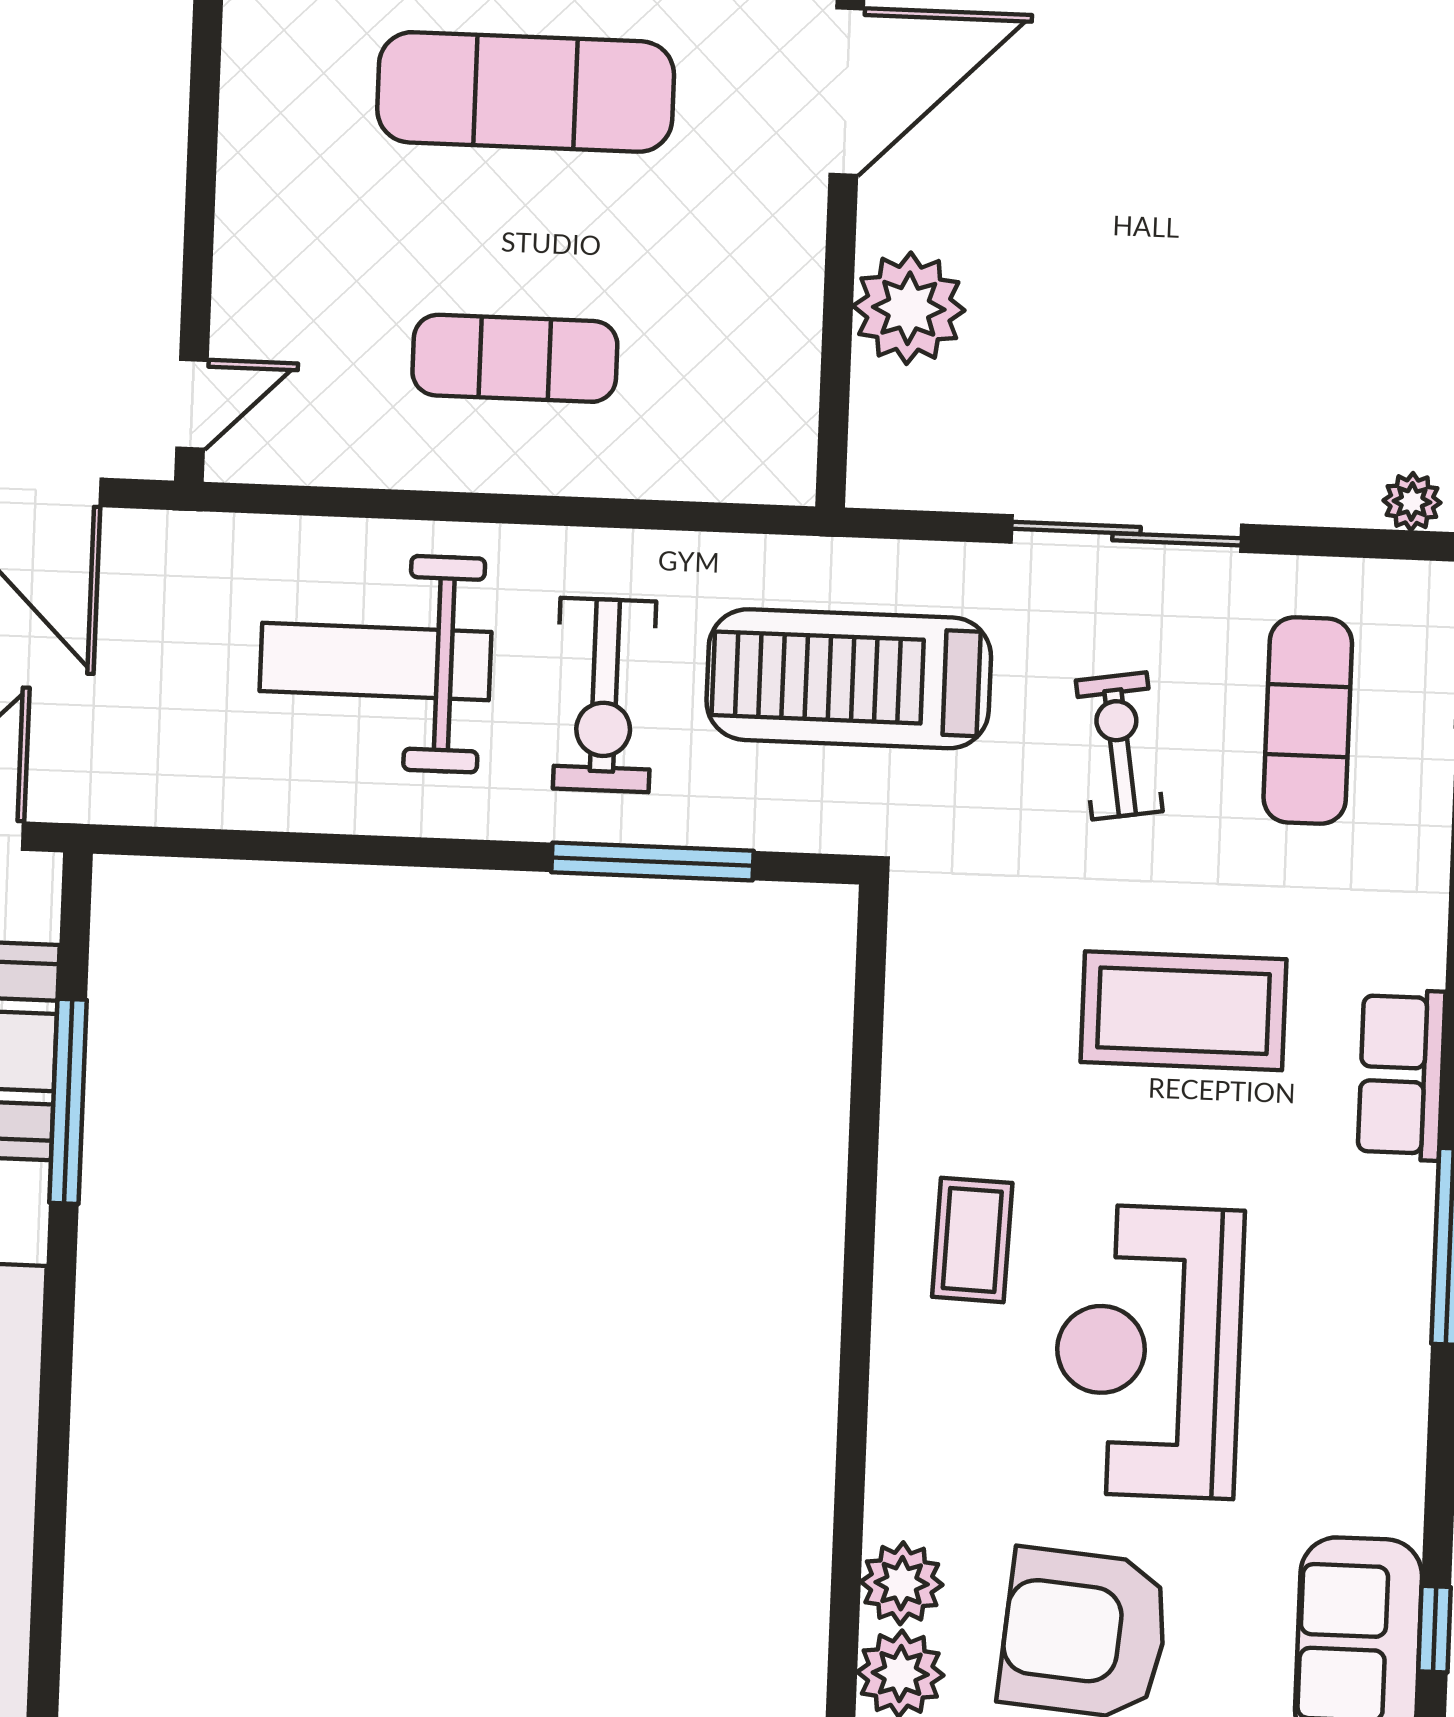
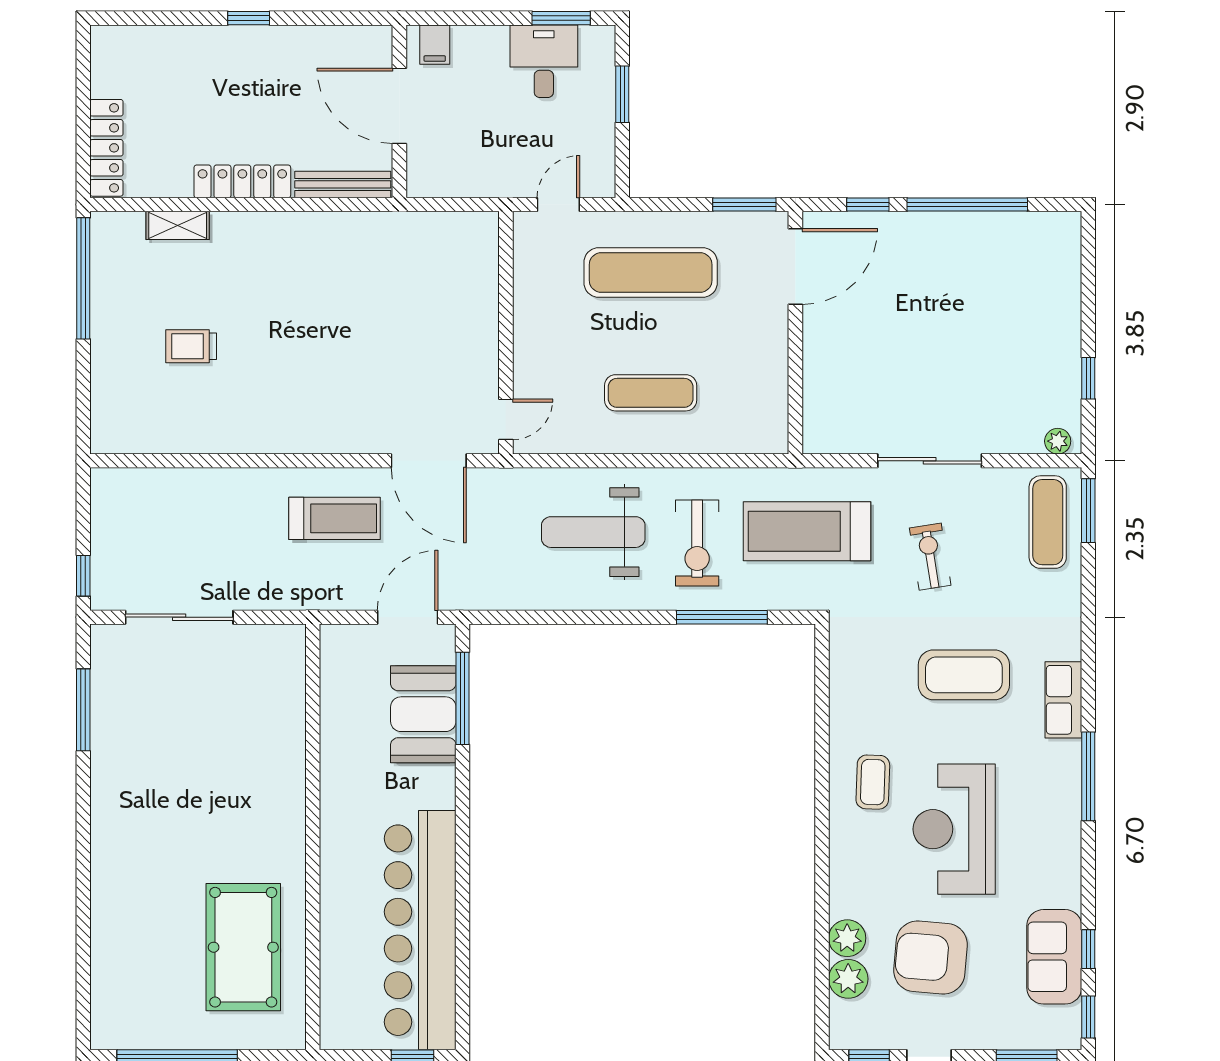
plant: (909, 308) -> (827, 363), removed
exercise mat: (1308, 720) -> (1048, 522), moved
window: (68, 1101) -> (463, 698), moved

